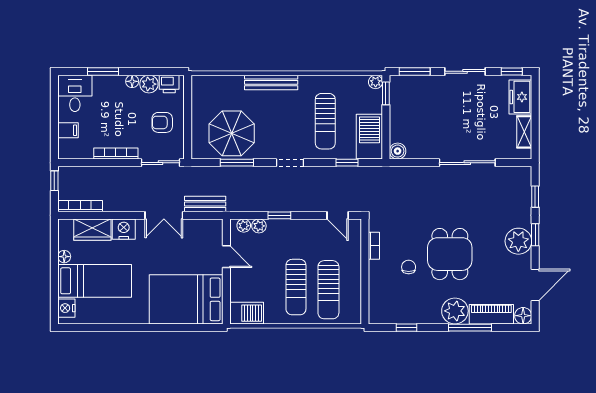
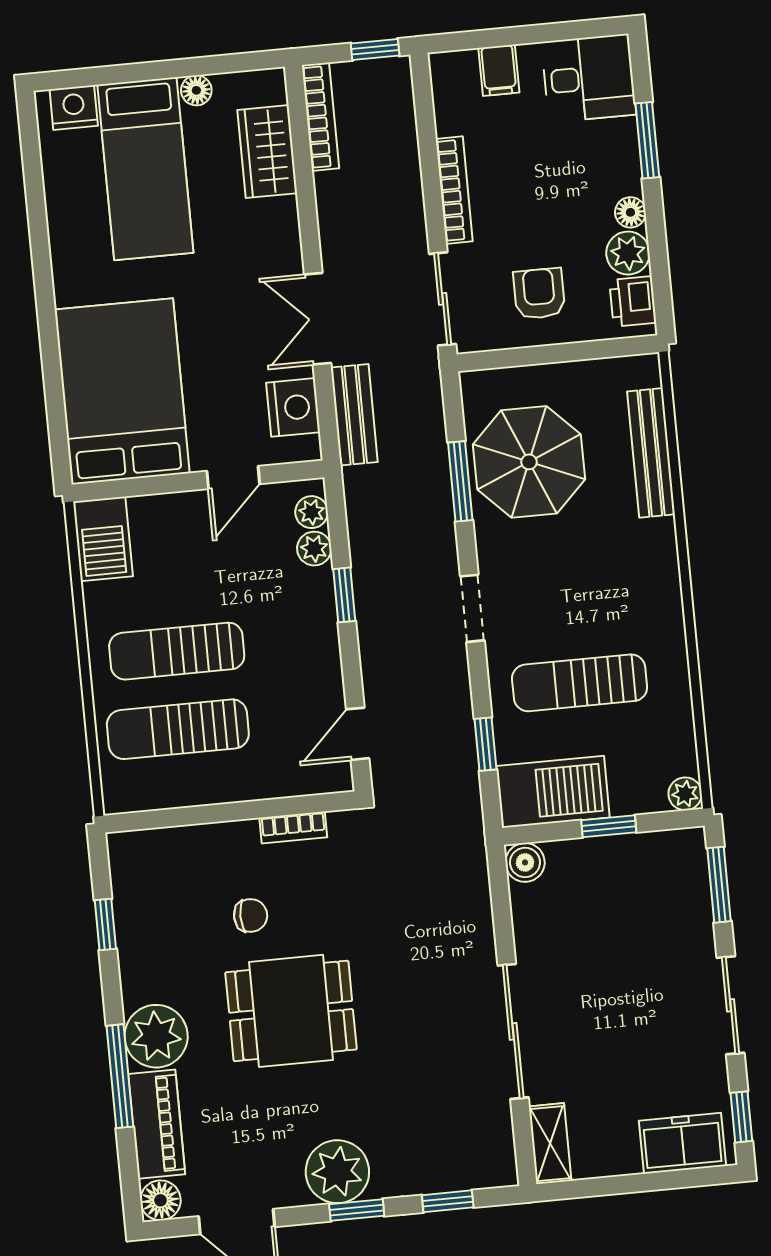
bench: (271, 82) -> (651, 453), moved
window: (386, 93) -> (609, 826), moved
shelving: (524, 132) -> (550, 1144), moved, turned 90
nightstand: (124, 229) -> (293, 407), moved

